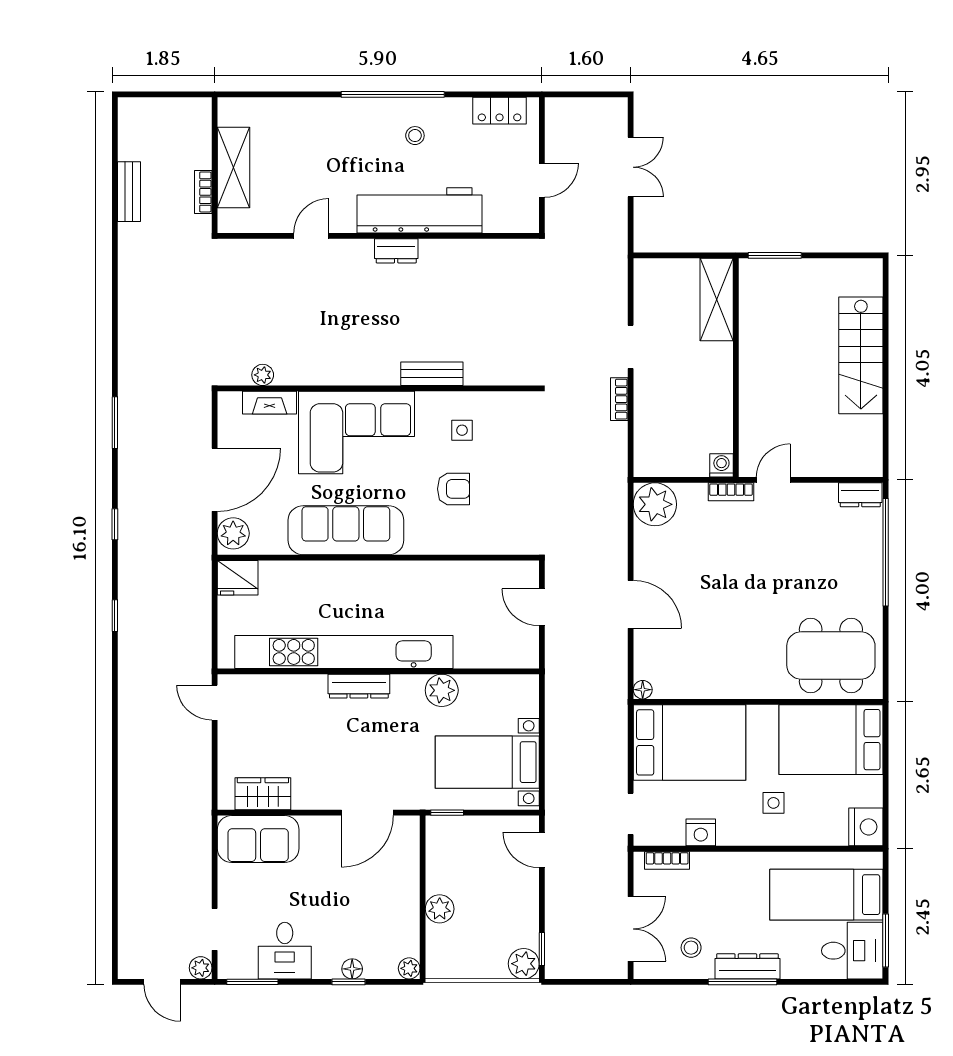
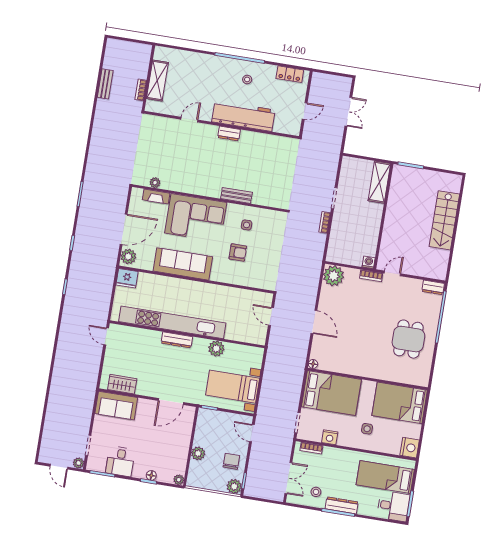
dining table: (831, 656) -> (408, 339), moved, width x0.73
chair: (509, 914) -> (231, 461), added

